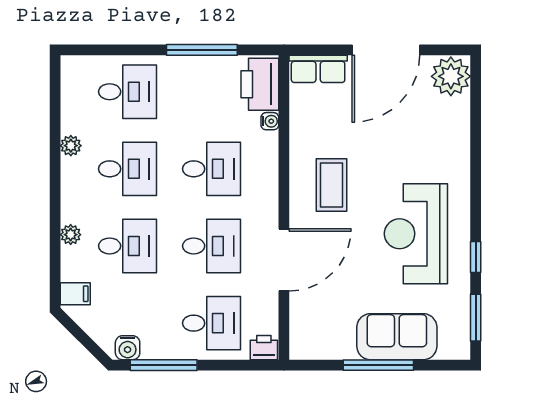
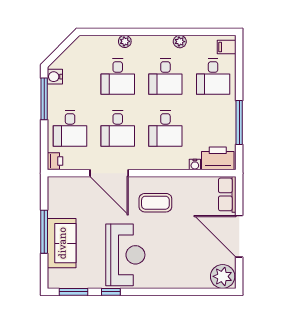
reception desk: (416, 234) -> (125, 255), turned 90
filing cabinet: (75, 294) -> (227, 47), moved, turned 90

